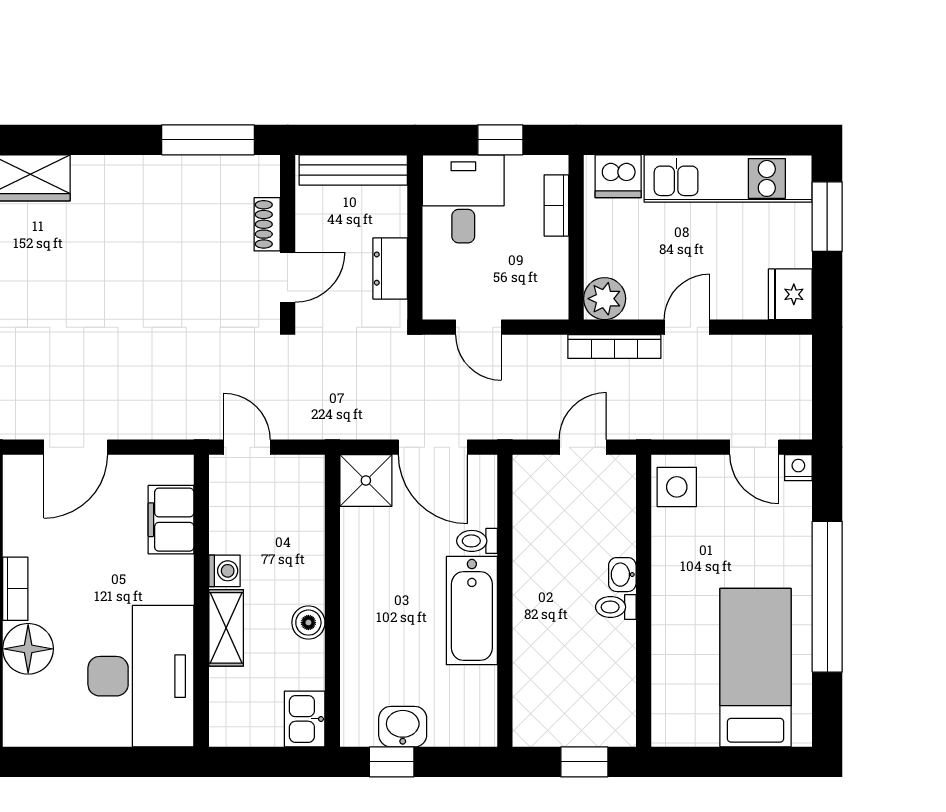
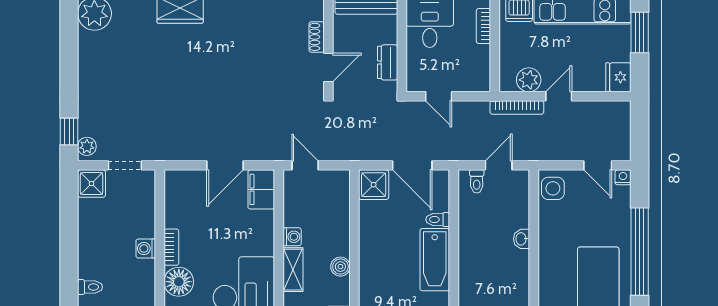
plant: (605, 299) -> (529, 80), moved
door: (76, 447) -> (225, 165), moved
filing cabinet: (171, 520) -> (261, 189), moved
toilet: (616, 607) -> (477, 181), moved, turned -90

